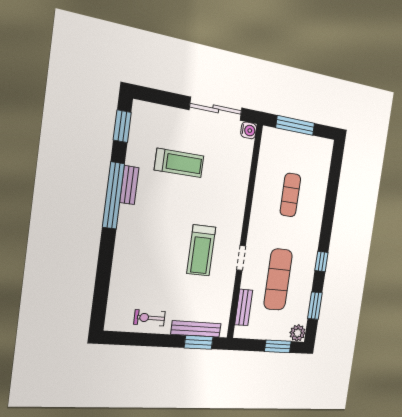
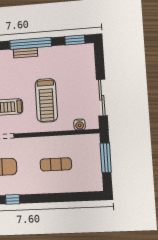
water cooler: (249, 130) -> (80, 125), moved
treadmill: (179, 163) -> (46, 100), moved, width x1.37, depth x1.38
bench: (129, 185) -> (25, 53), moved

